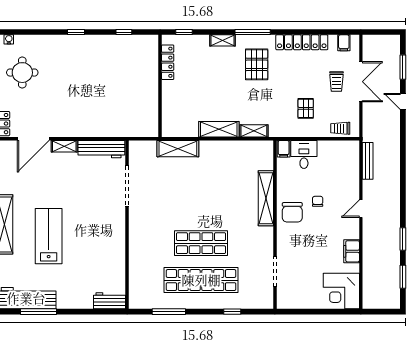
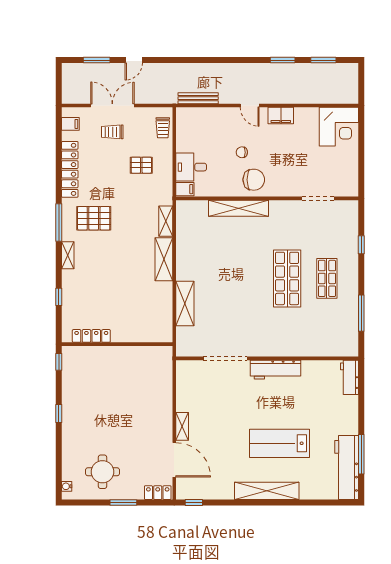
locker: (168, 62) -> (91, 336), moved
trolley: (336, 82) -> (112, 132), turned 180
wall: (160, 86) -> (117, 344), moved
workbench: (101, 149) -> (276, 370), moved, turned 90
filing cabinet: (352, 251) -> (281, 116), moved
shop shelf: (201, 280) -> (327, 278), width x0.50, depth x0.74

